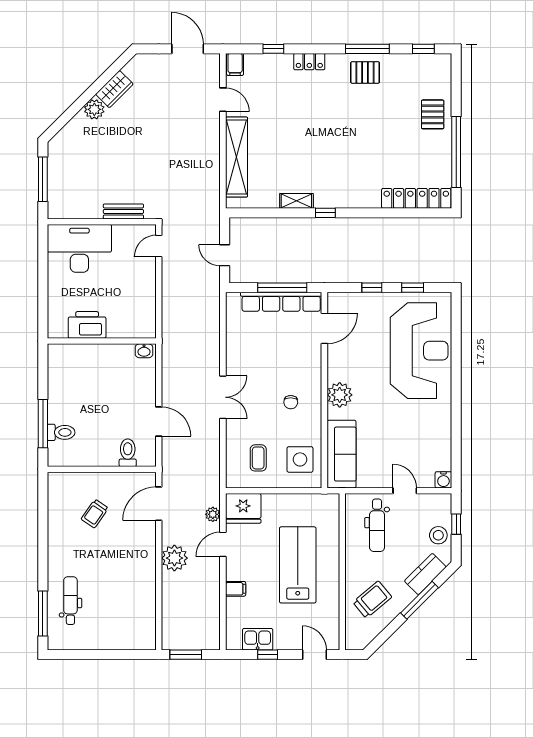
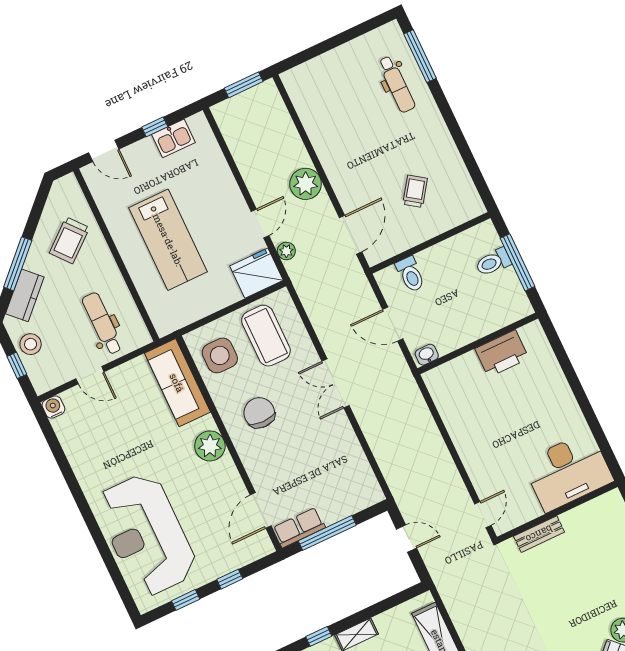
row of seats: (281, 302) -> (299, 528), width x0.50
printer: (87, 325) -> (502, 354), moved
wall: (102, 341) -> (478, 343), moved
washbasin: (144, 351) -> (427, 355), moved
chair: (291, 402) -> (259, 413), width x1.87, depth x1.87
coffee table: (258, 458) -> (266, 336), width x1.86, depth x1.72
filing cabinet: (236, 589) -> (223, 182), removed

